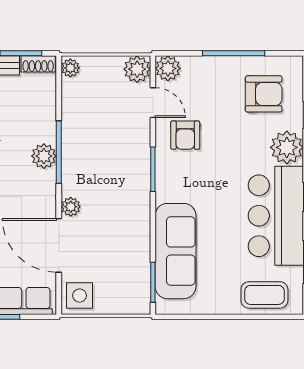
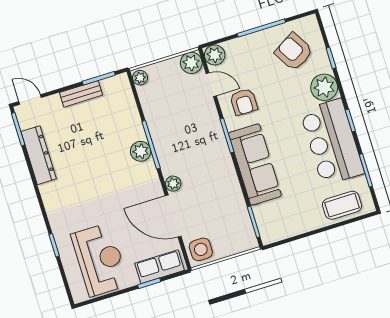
shoe rack: (38, 64) -> (114, 82), removed
armchair: (264, 94) -> (294, 52), turned -121
sofa: (176, 251) -> (255, 165), moved

